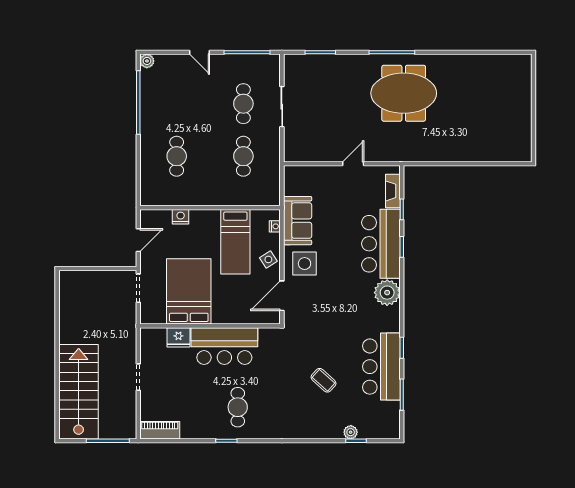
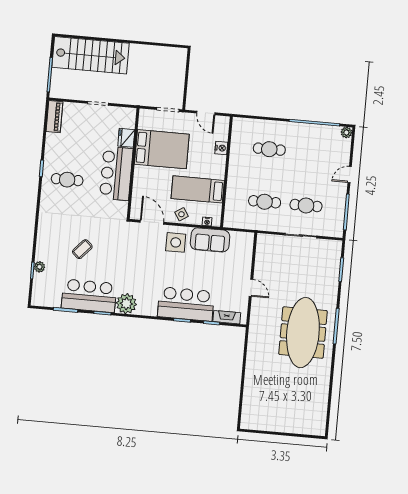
meeting table: (404, 93) -> (303, 333), width x1.36
plant: (387, 293) -> (126, 304), moved

